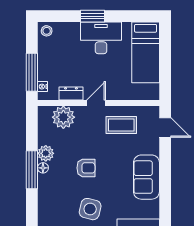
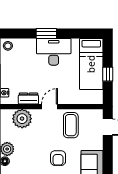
window: (165, 64) -> (108, 74), added
coffee table: (121, 125) -> (71, 125), turned 90
armchair: (86, 168) -> (58, 158), moved, turned 90

